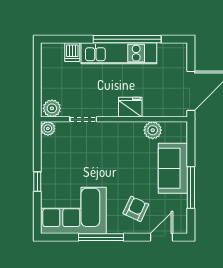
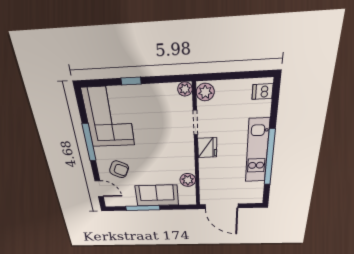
dishwasher: (72, 52) -> (262, 92), moved
fridge: (130, 107) -> (207, 148), moved

